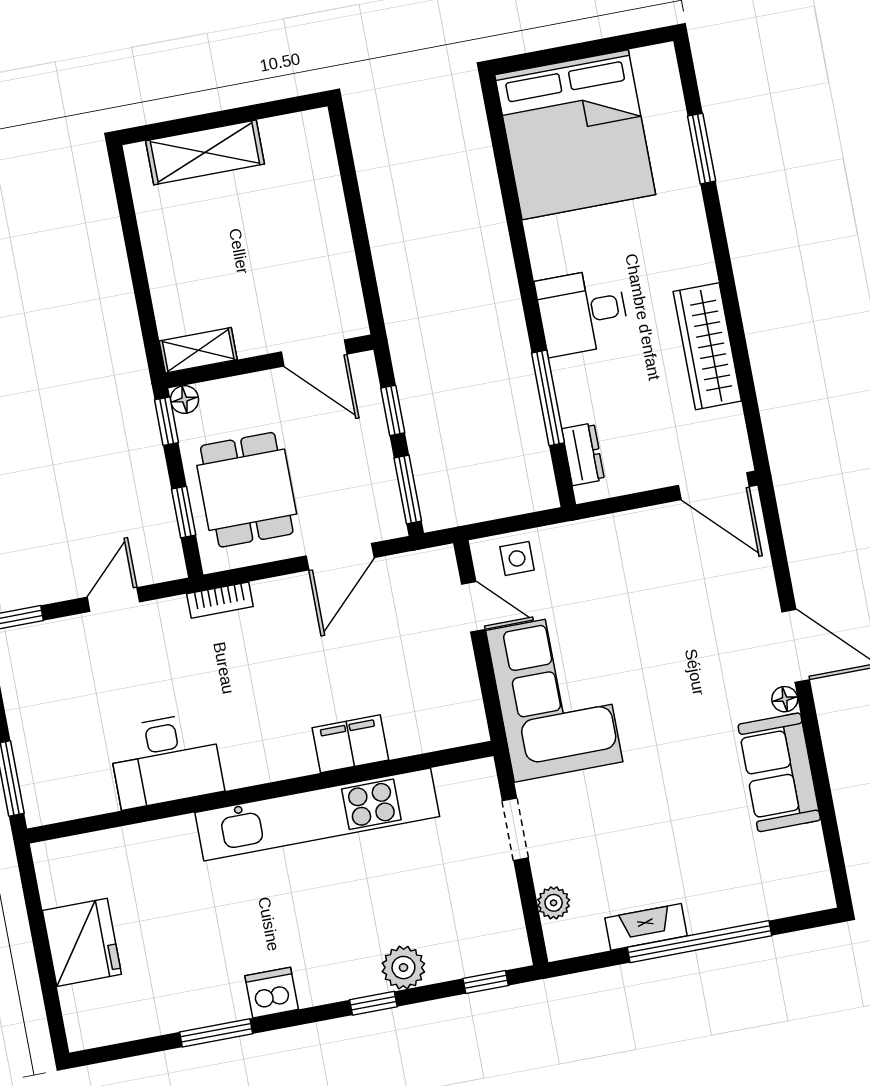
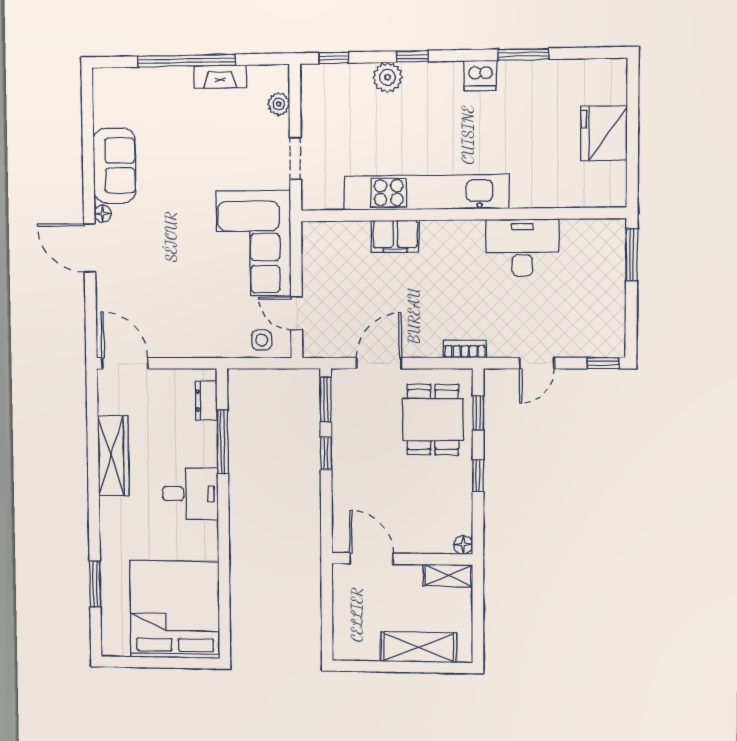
shelving: (198, 350) -> (448, 576), moved
door: (314, 353) -> (371, 558), moved
wall: (269, 361) -> (402, 559), moved
floor lamp: (185, 400) -> (463, 545), moved

